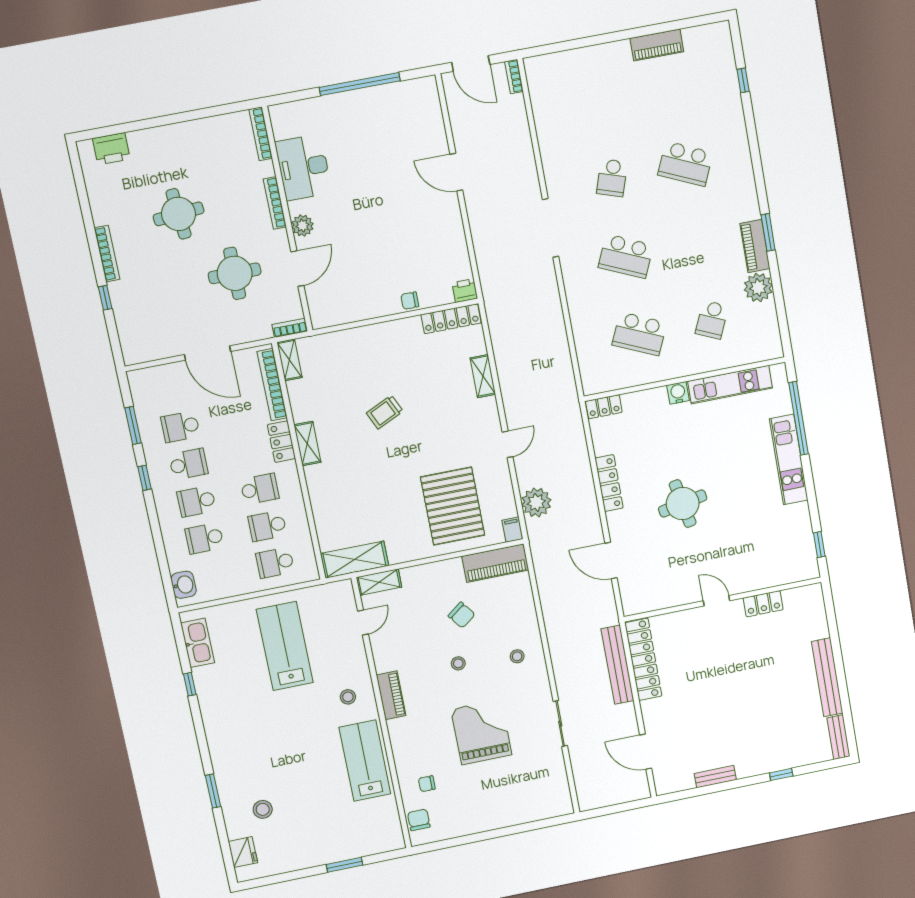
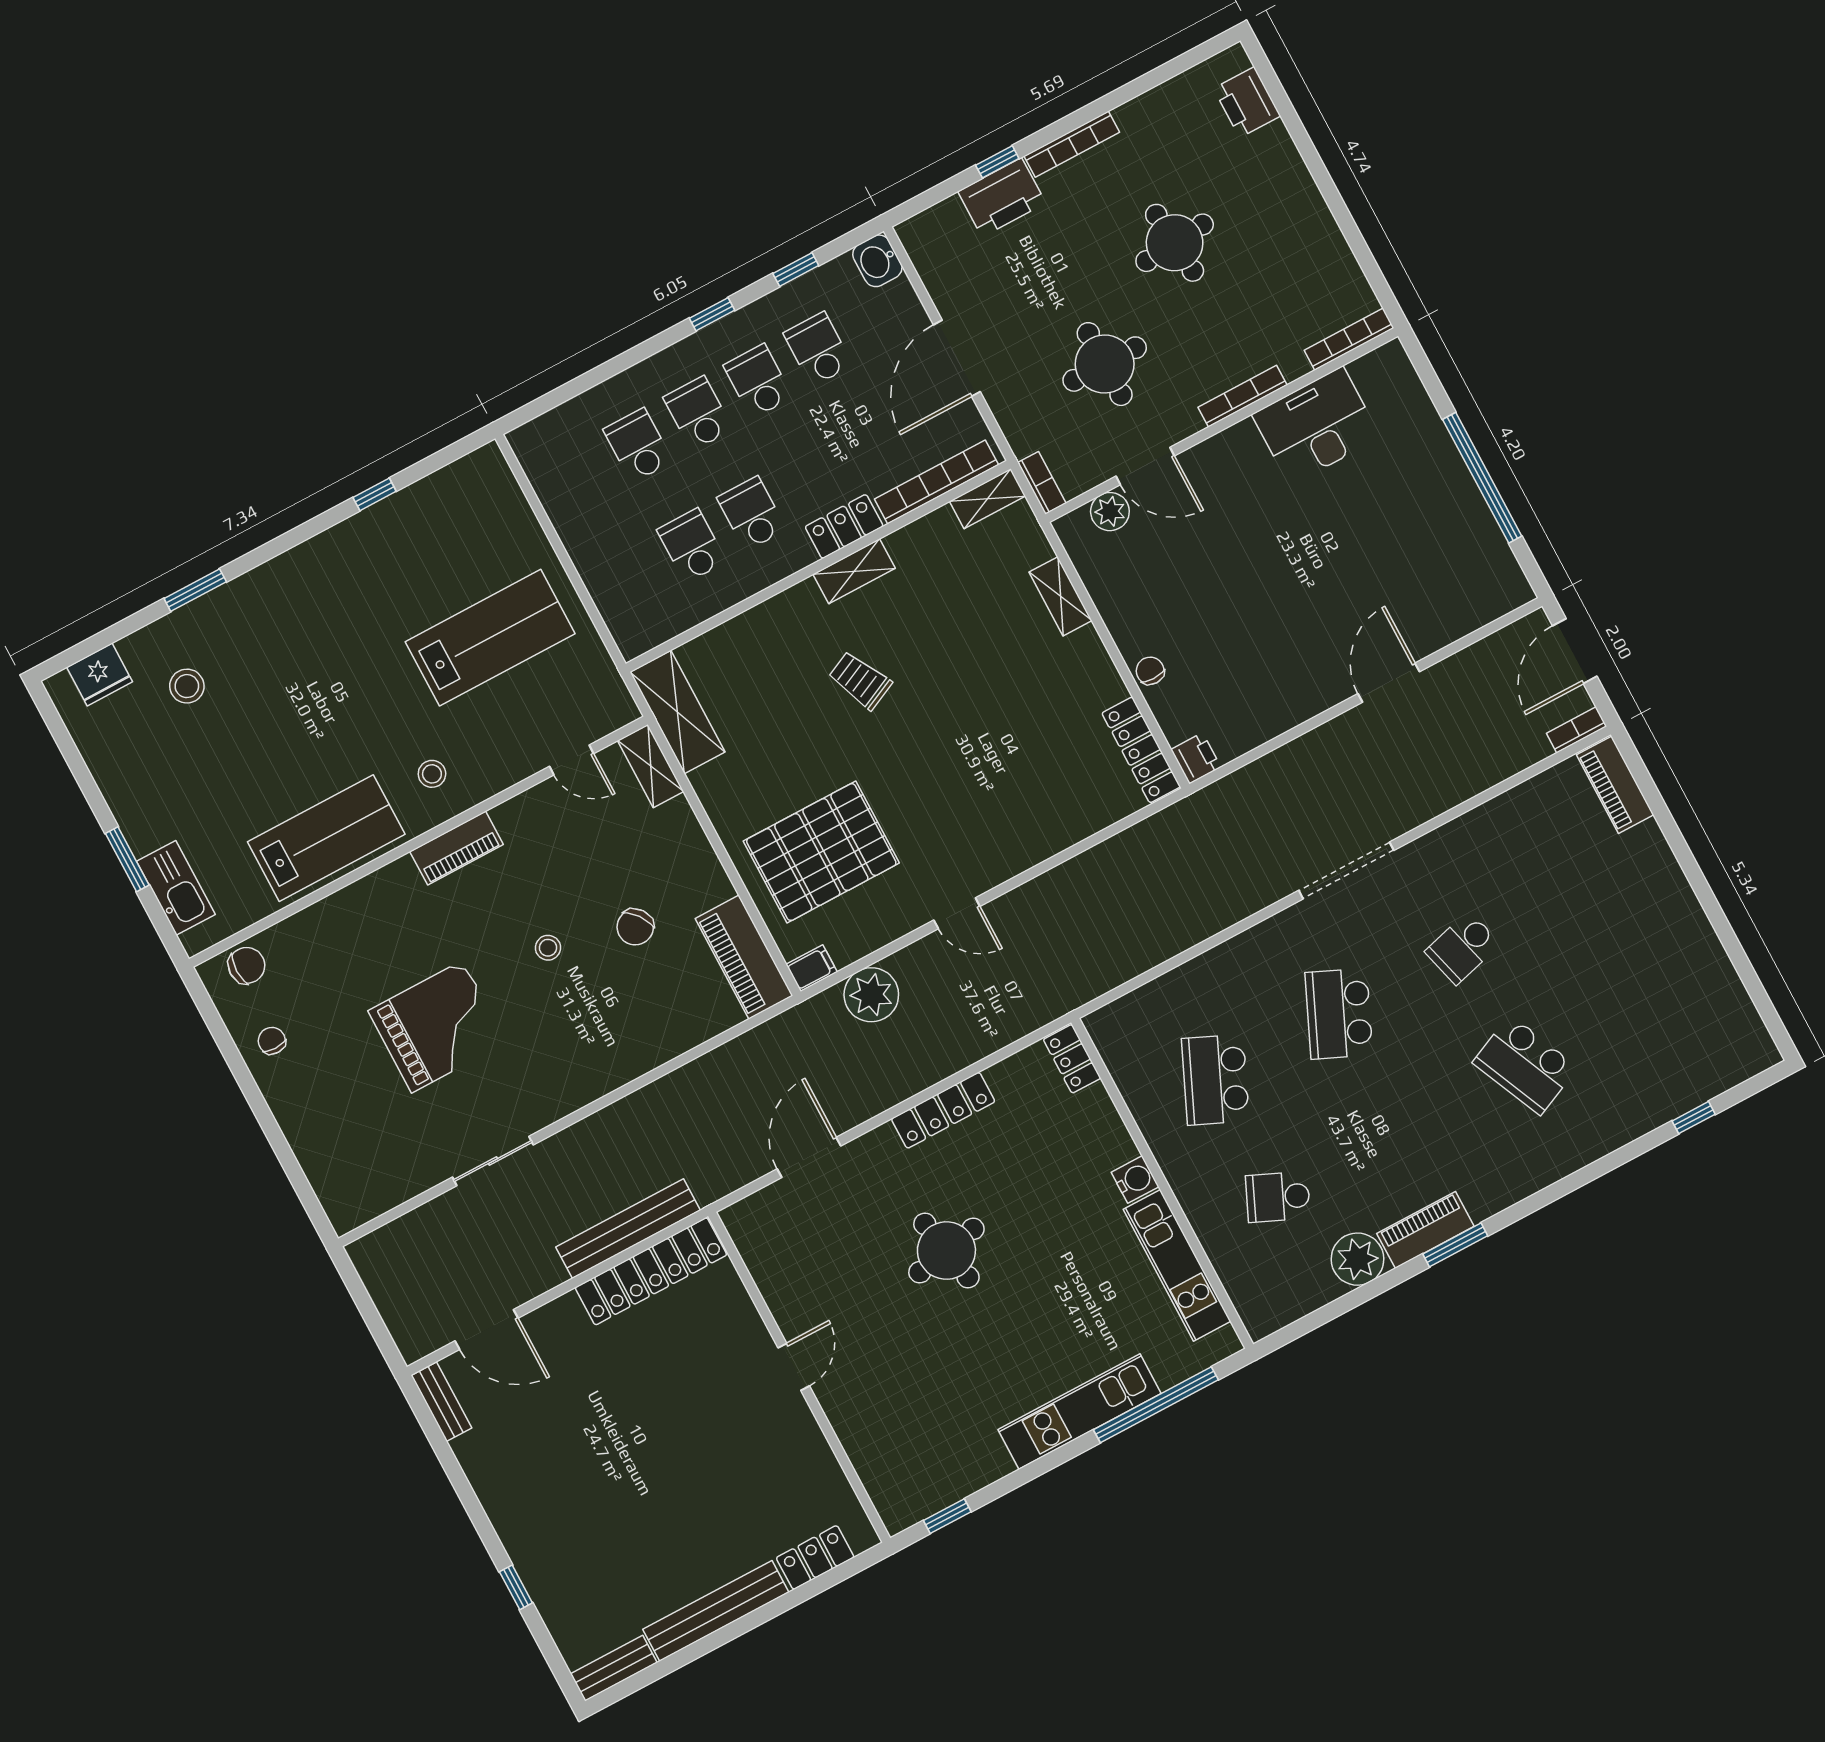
piano: (657, 45) -> (1615, 785), moved
school desk: (685, 164) -> (1525, 1065), turned -48
school desk: (612, 178) -> (1463, 948), turned -33
plant: (302, 226) -> (1110, 512), moved
printer: (126, 301) -> (1002, 197), added
shelving: (483, 376) -> (1060, 596), moved, turned 90
trolley: (385, 412) -> (860, 680), moved
window: (133, 425) -> (796, 269), width x0.67
school desk: (188, 464) -> (758, 381), turned 180
school desk: (260, 489) -> (752, 514), turned 180
school desk: (275, 563) -> (632, 578), removed
washbasin: (184, 585) -> (877, 261), moved, turned 90
locker: (763, 604) -> (815, 1557), moved, turned 90
kitchen sink: (198, 643) -> (176, 888), moved, turned -90
stool: (517, 656) -> (591, 1047), removed
door: (646, 752) -> (487, 1330), swing flipped
bench: (715, 777) -> (441, 1402), moved
chair: (427, 784) -> (272, 1041), moved

